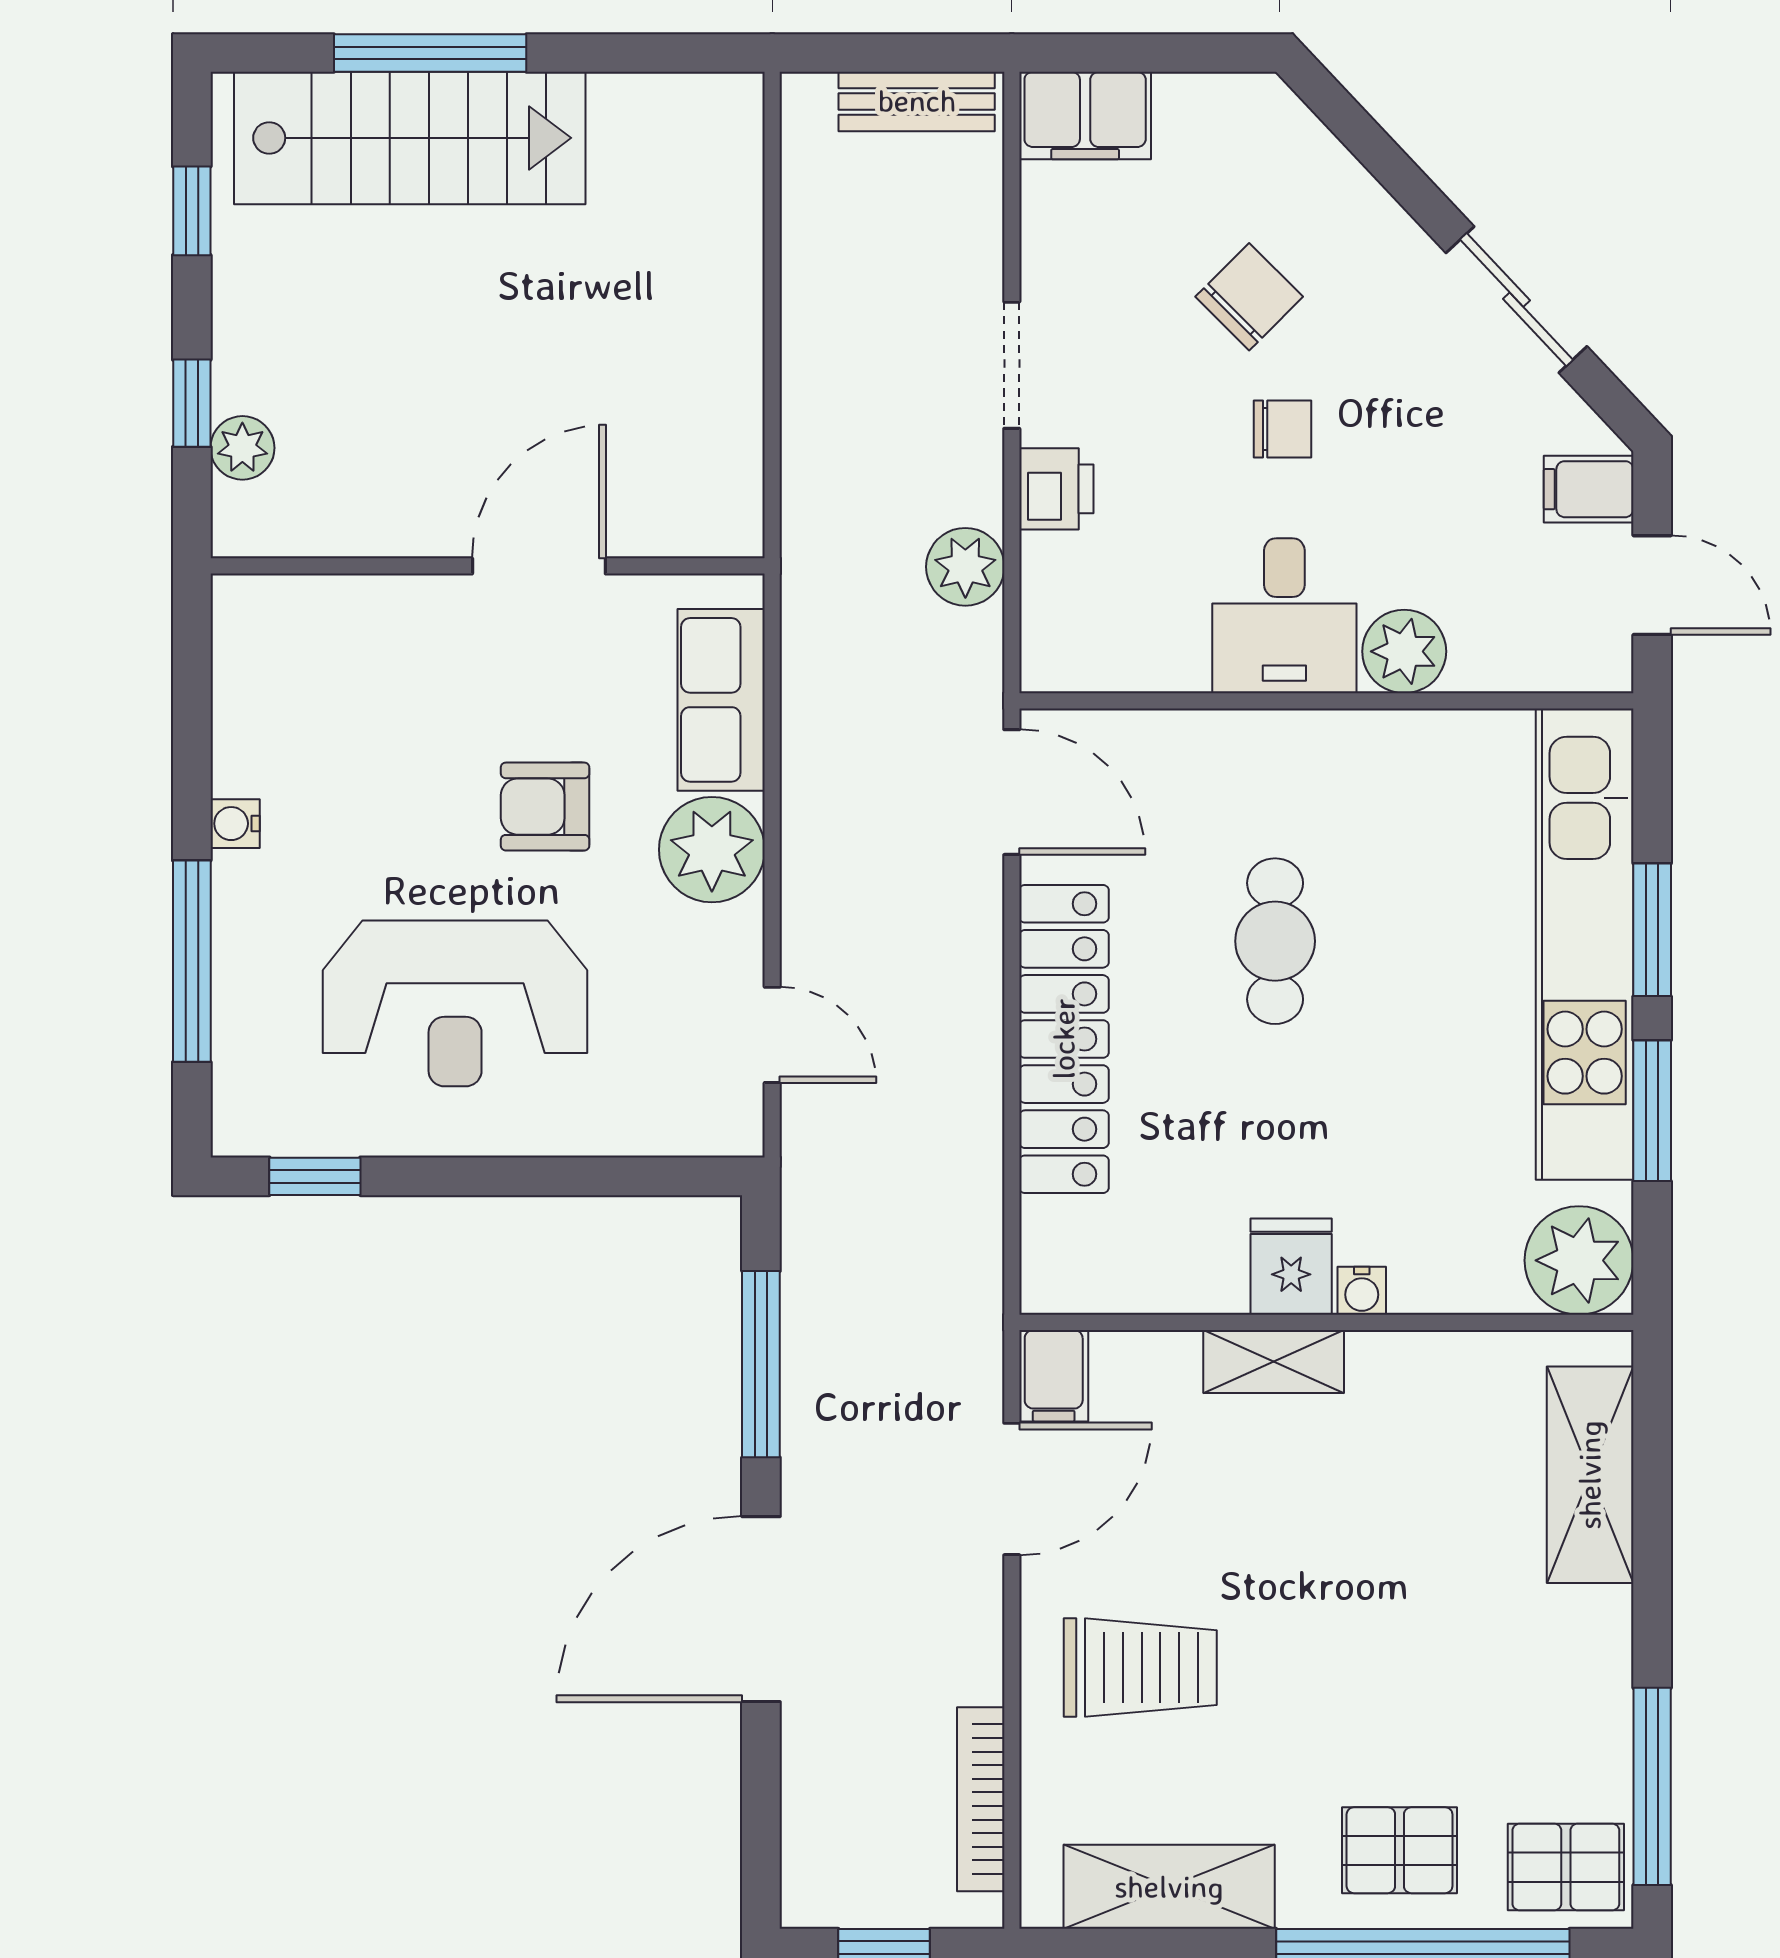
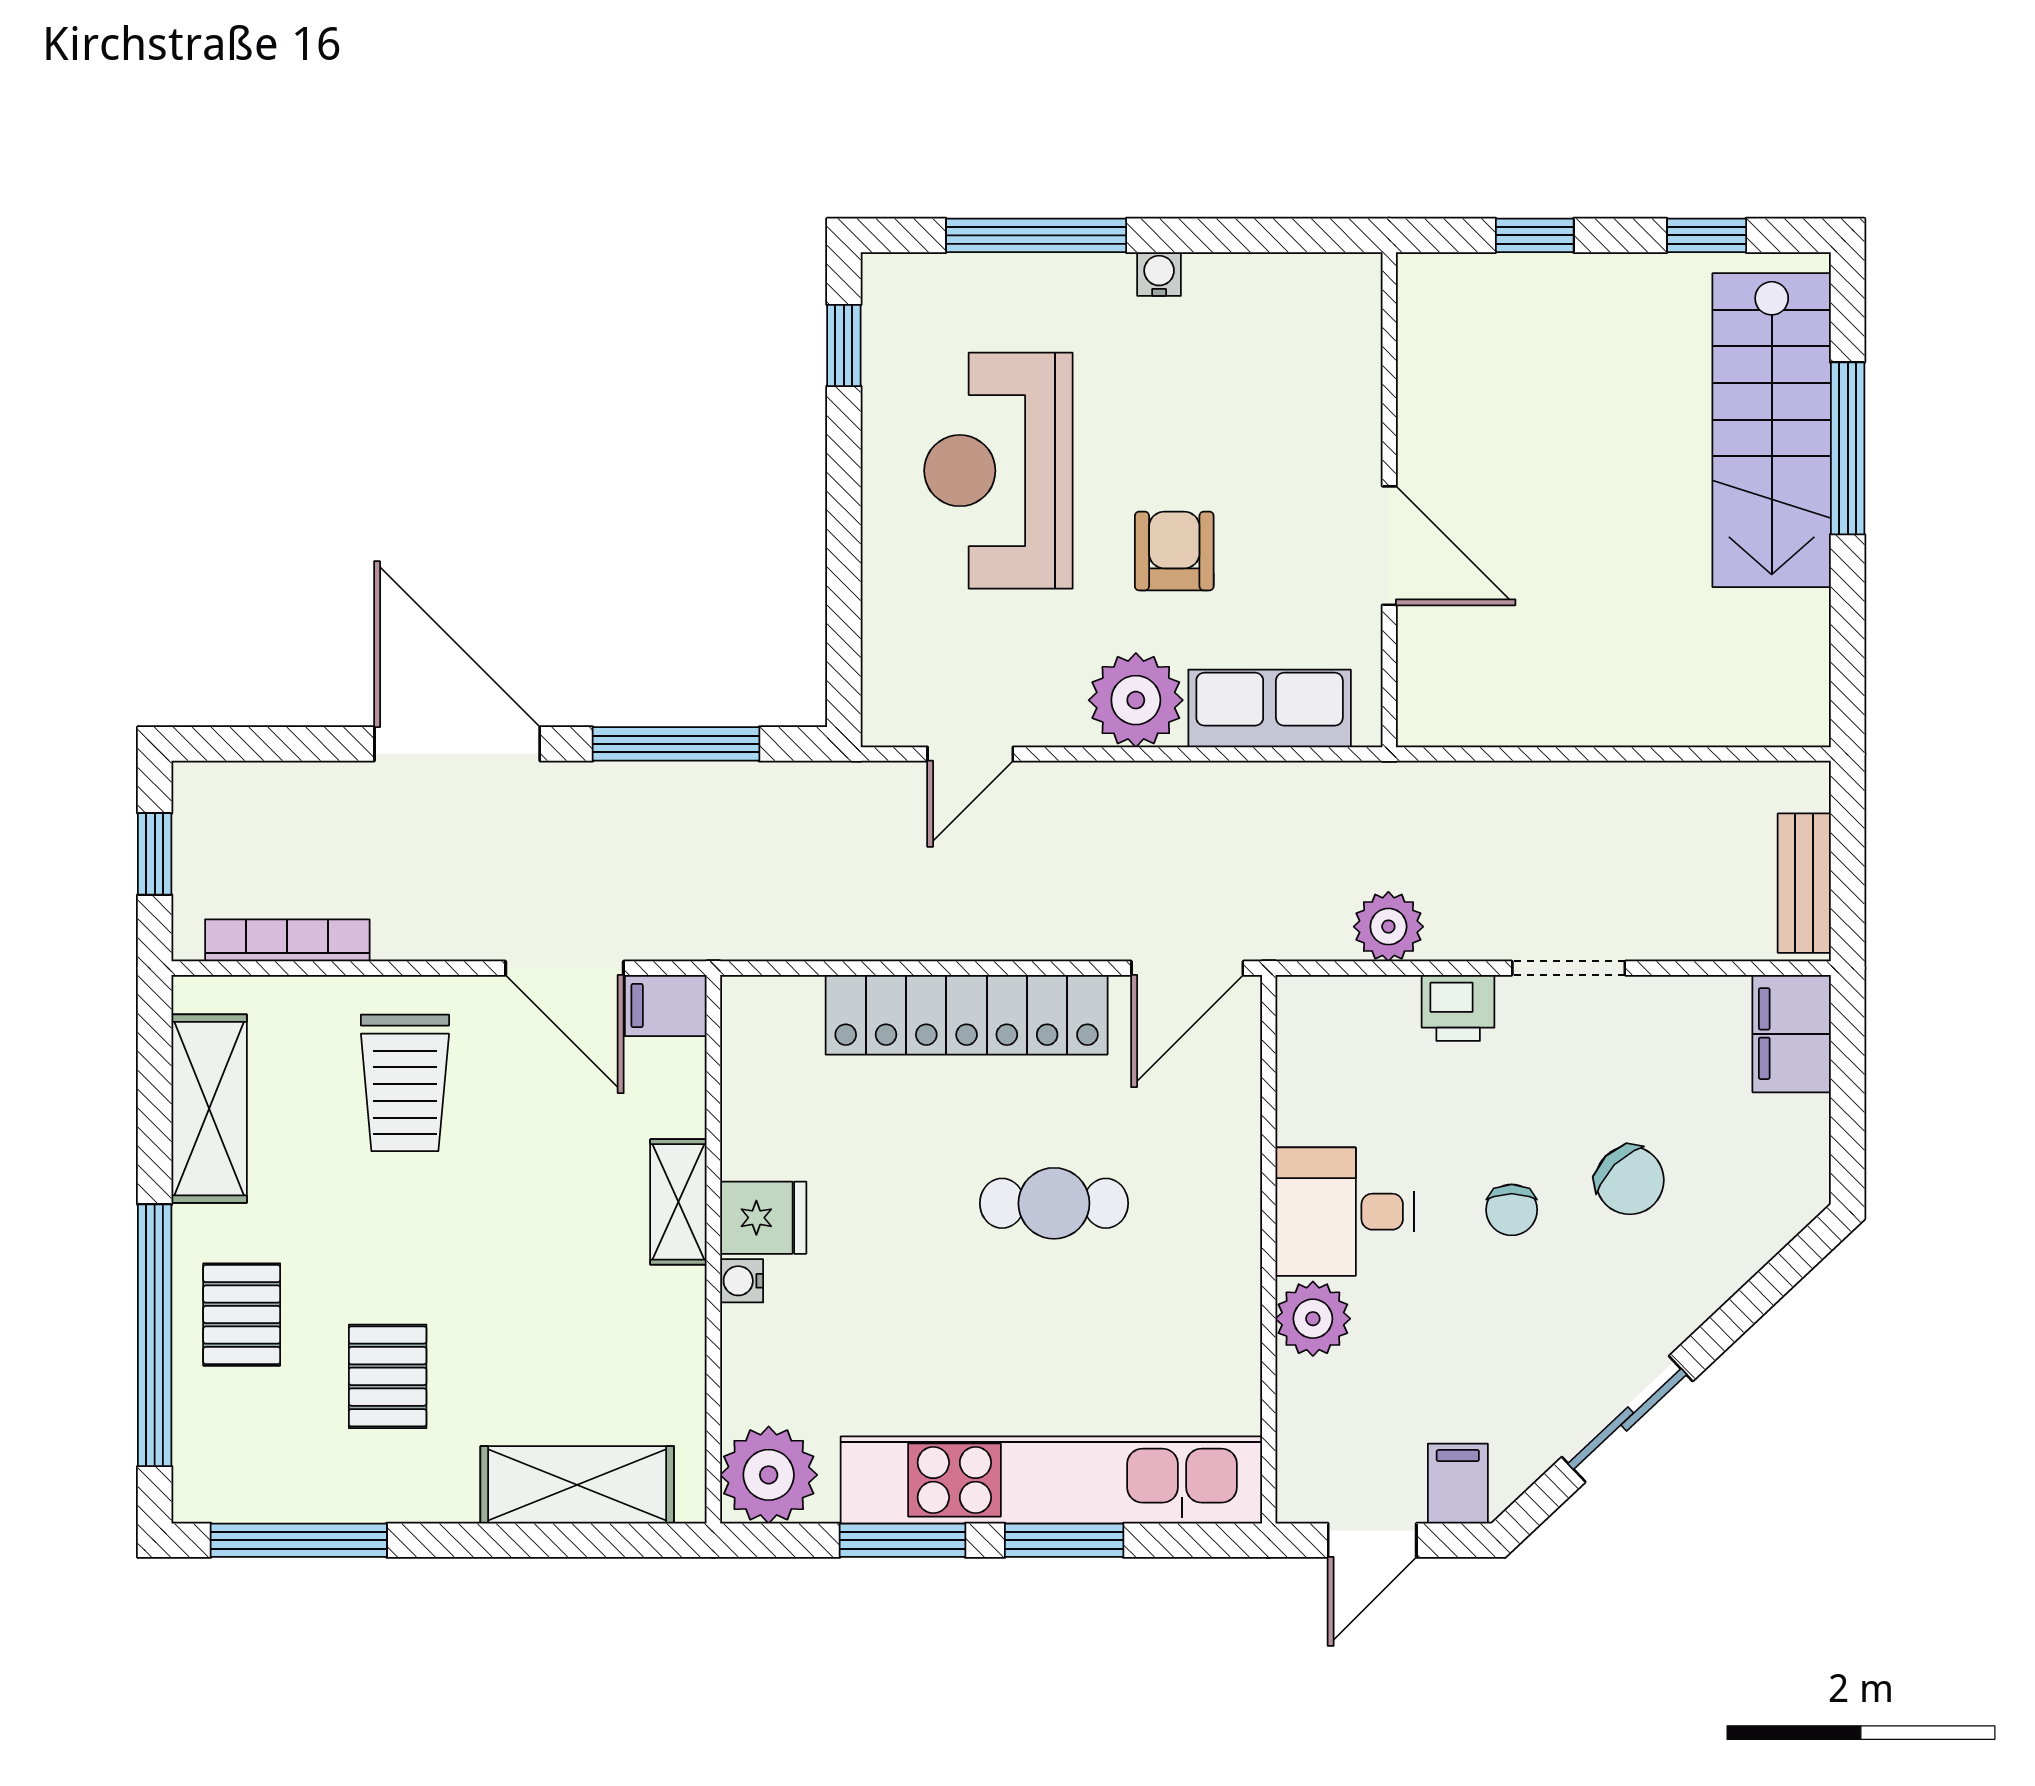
plant: (242, 448) -> (1495, 281), removed
pallet: (1566, 1867) -> (388, 1376), moved

